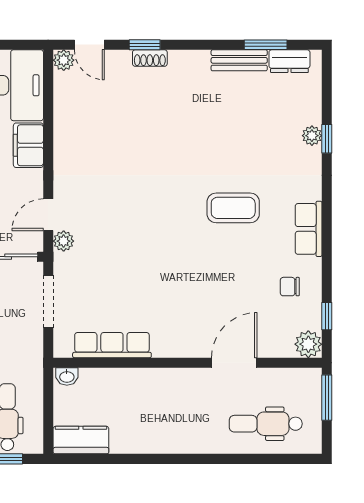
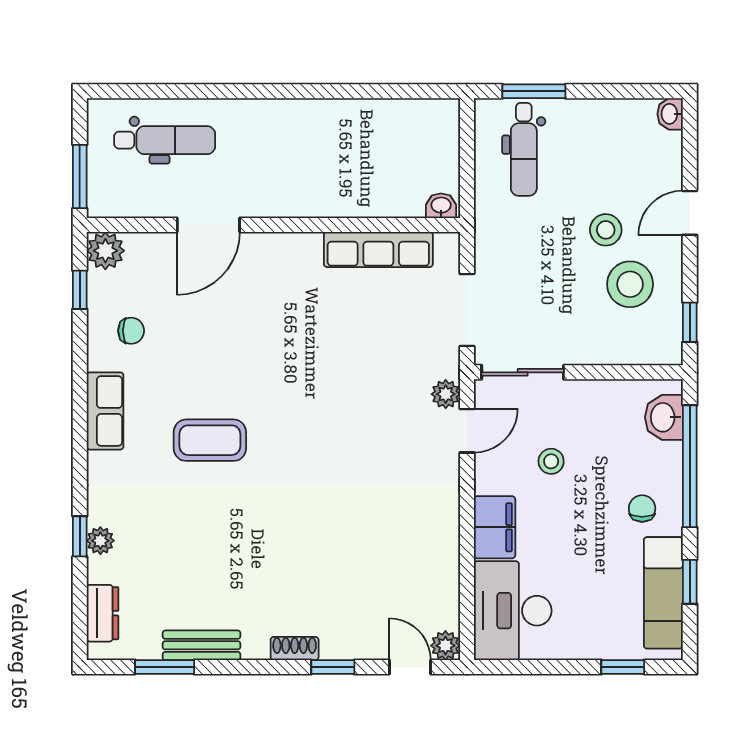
shoe rack: (150, 58) -> (295, 649), moved
dresser: (289, 61) -> (103, 613), moved, turned 90
kitchen counter: (81, 440) -> (421, 117), removed

